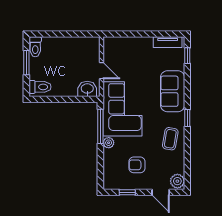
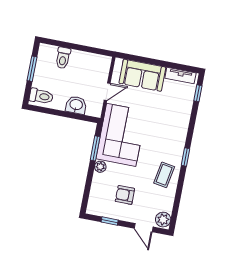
toilet: (35, 47) -> (63, 58), moved
door: (101, 71) -> (107, 92), hinge flipped
washbasin: (87, 89) -> (76, 105), moved
sofa: (173, 91) -> (142, 75), moved, turned -90
window: (100, 126) -> (95, 148), width x0.69

